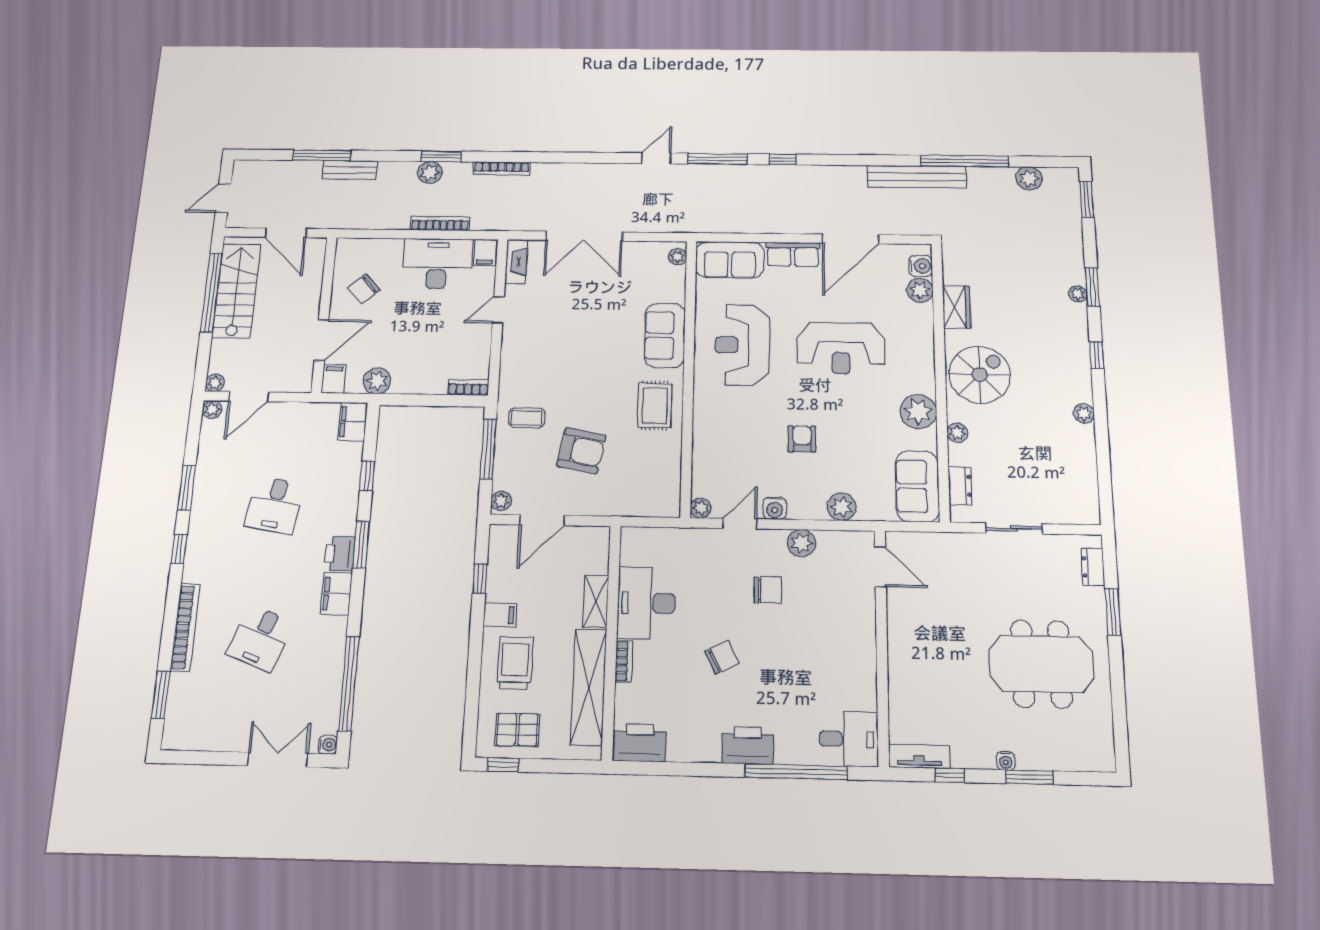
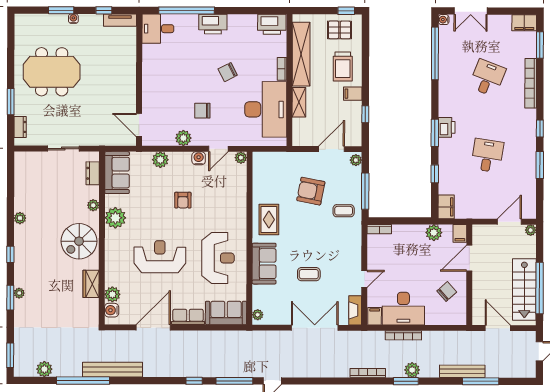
bench: (350, 170) -> (462, 371), width x1.36
coffee table: (590, 318) -> (309, 274), added
plant: (212, 409) -> (530, 213), removed
filing cabinet: (336, 594) -> (524, 23), moved, turned 90
desk: (646, 603) -> (266, 109), width x1.36, depth x1.30

